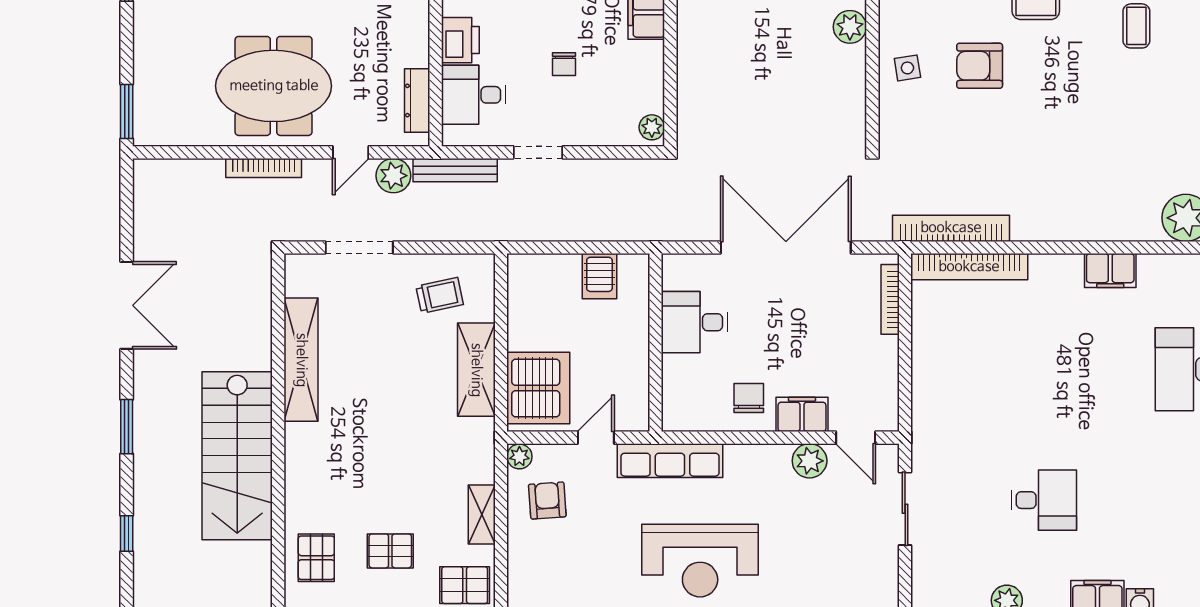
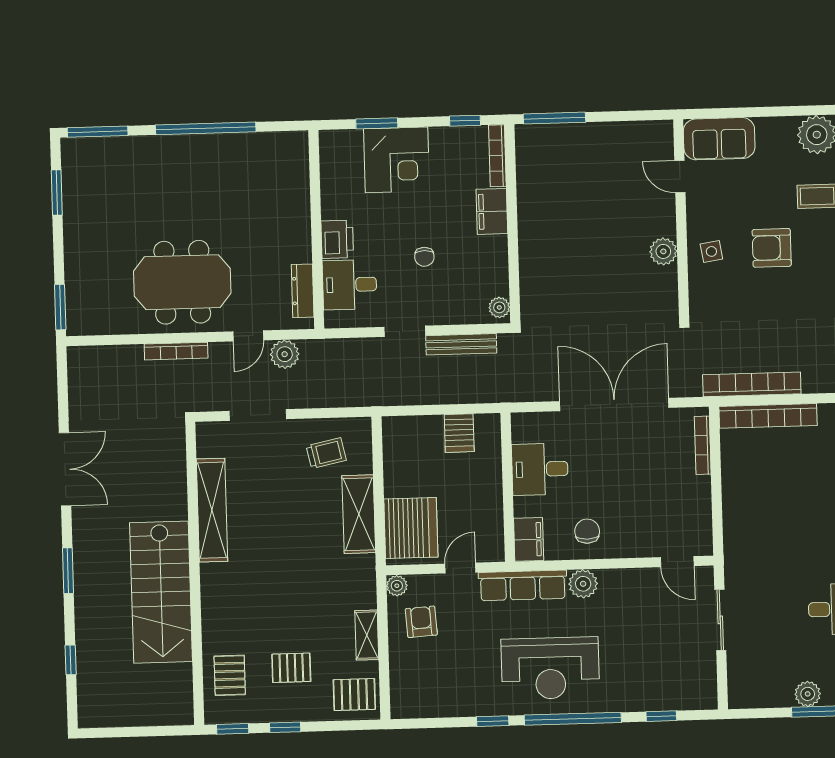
plant: (850, 27) -> (663, 251), moved
bench: (455, 170) -> (461, 344), moved
filing cabinet: (802, 414) -> (529, 539), moved, turned 90
plant: (810, 461) -> (583, 584), moved

